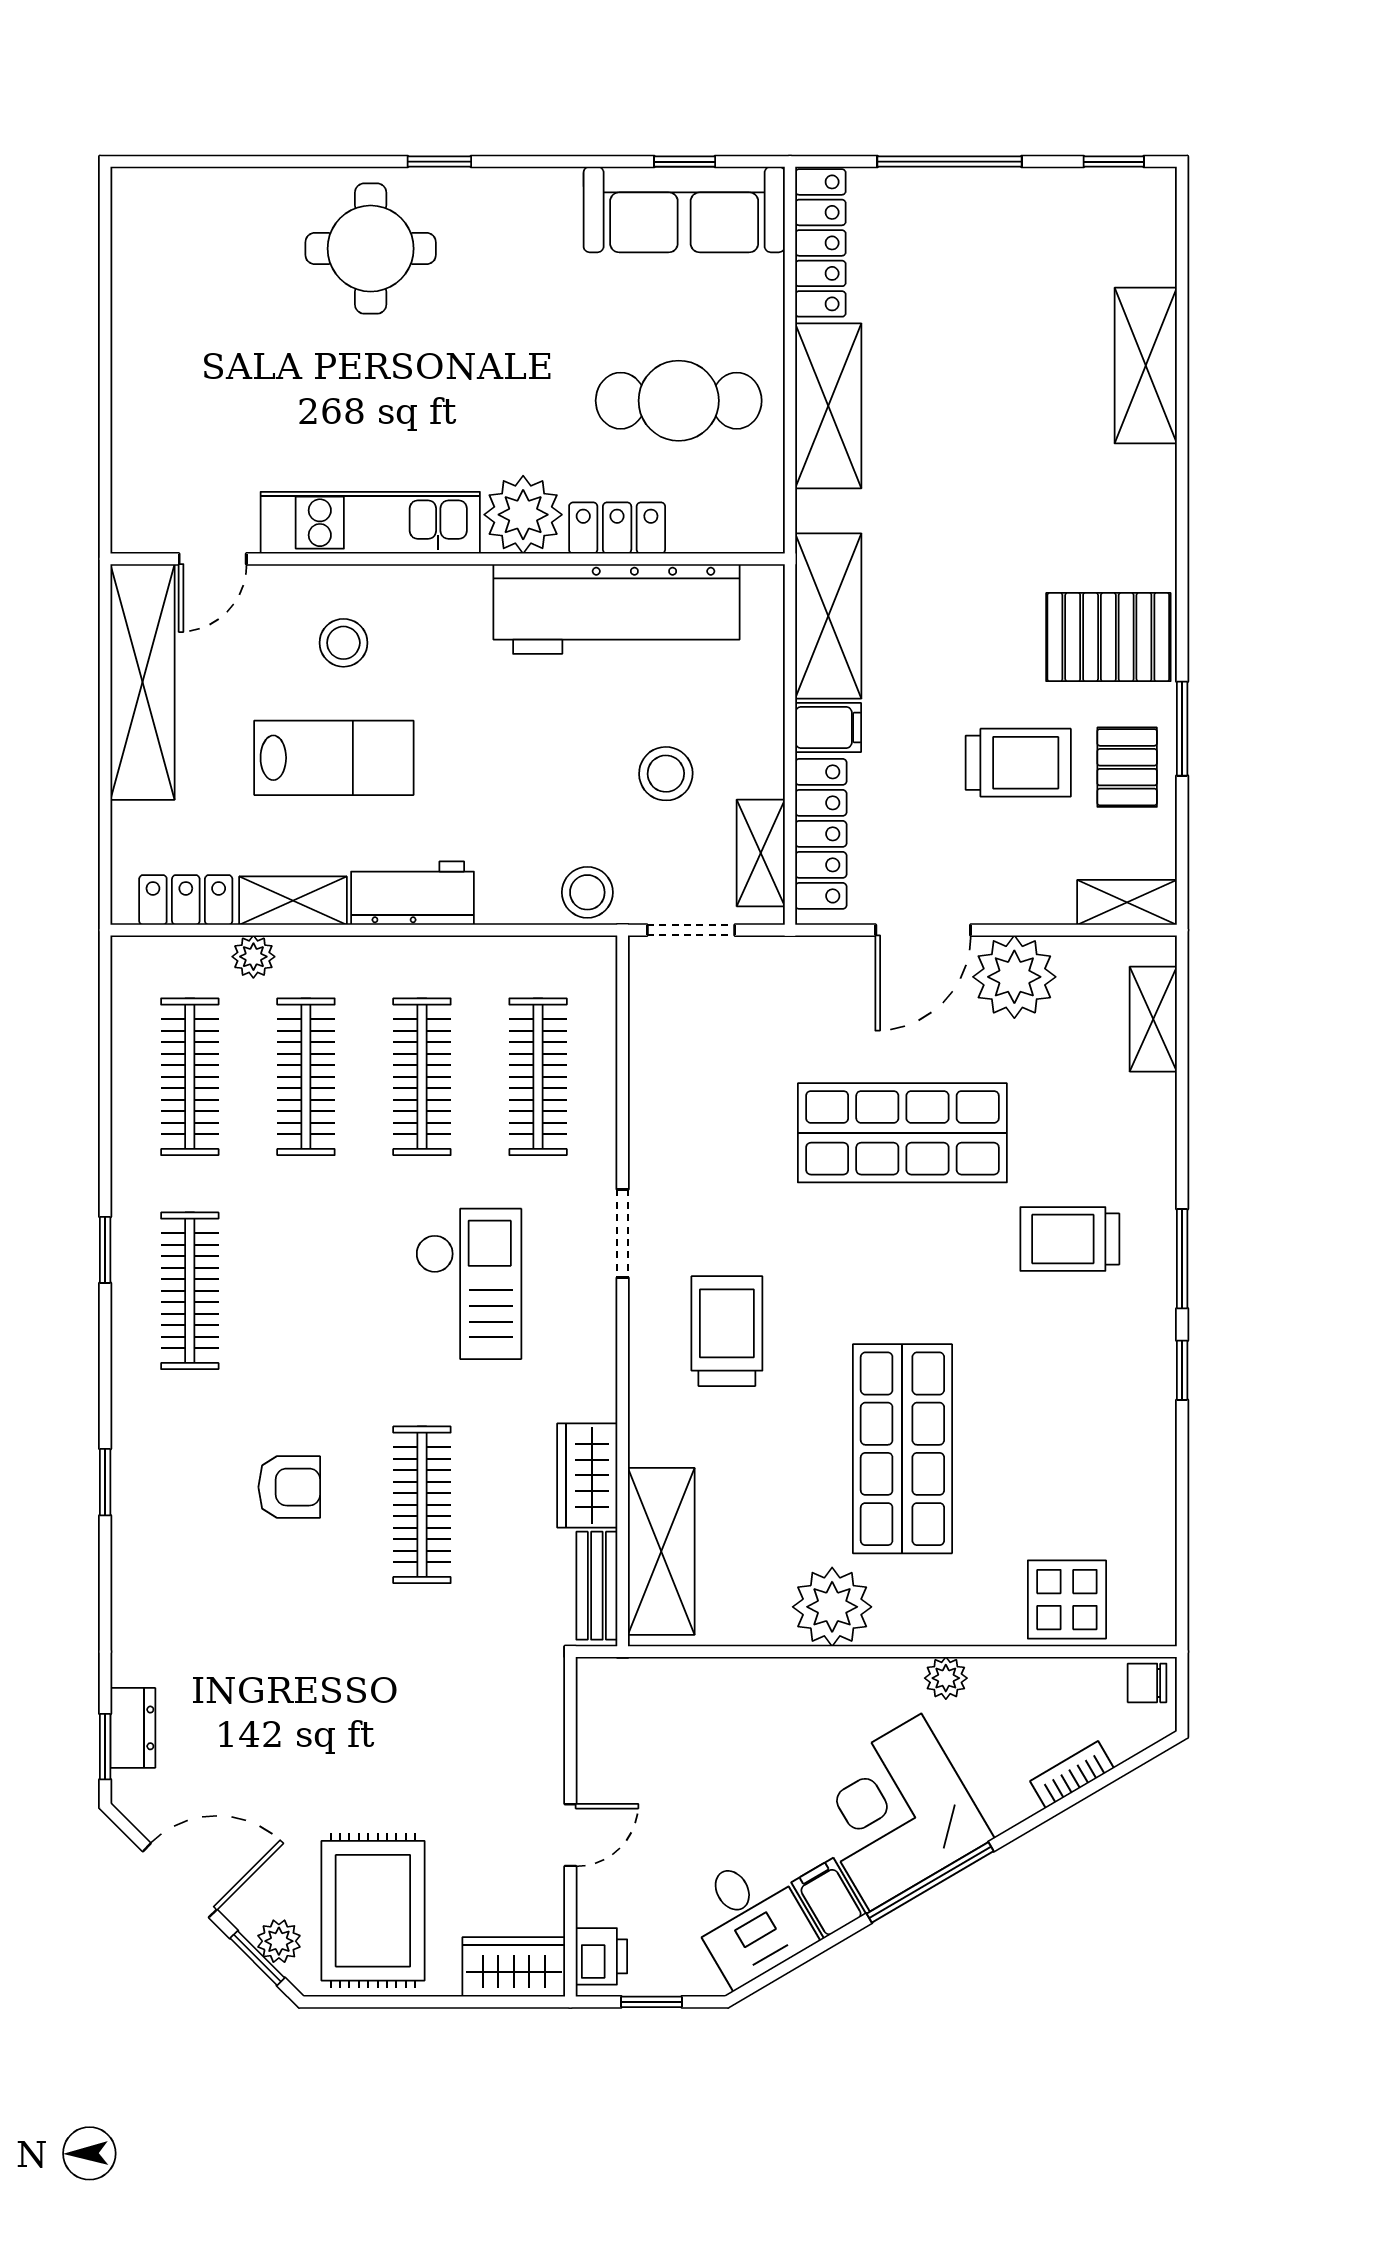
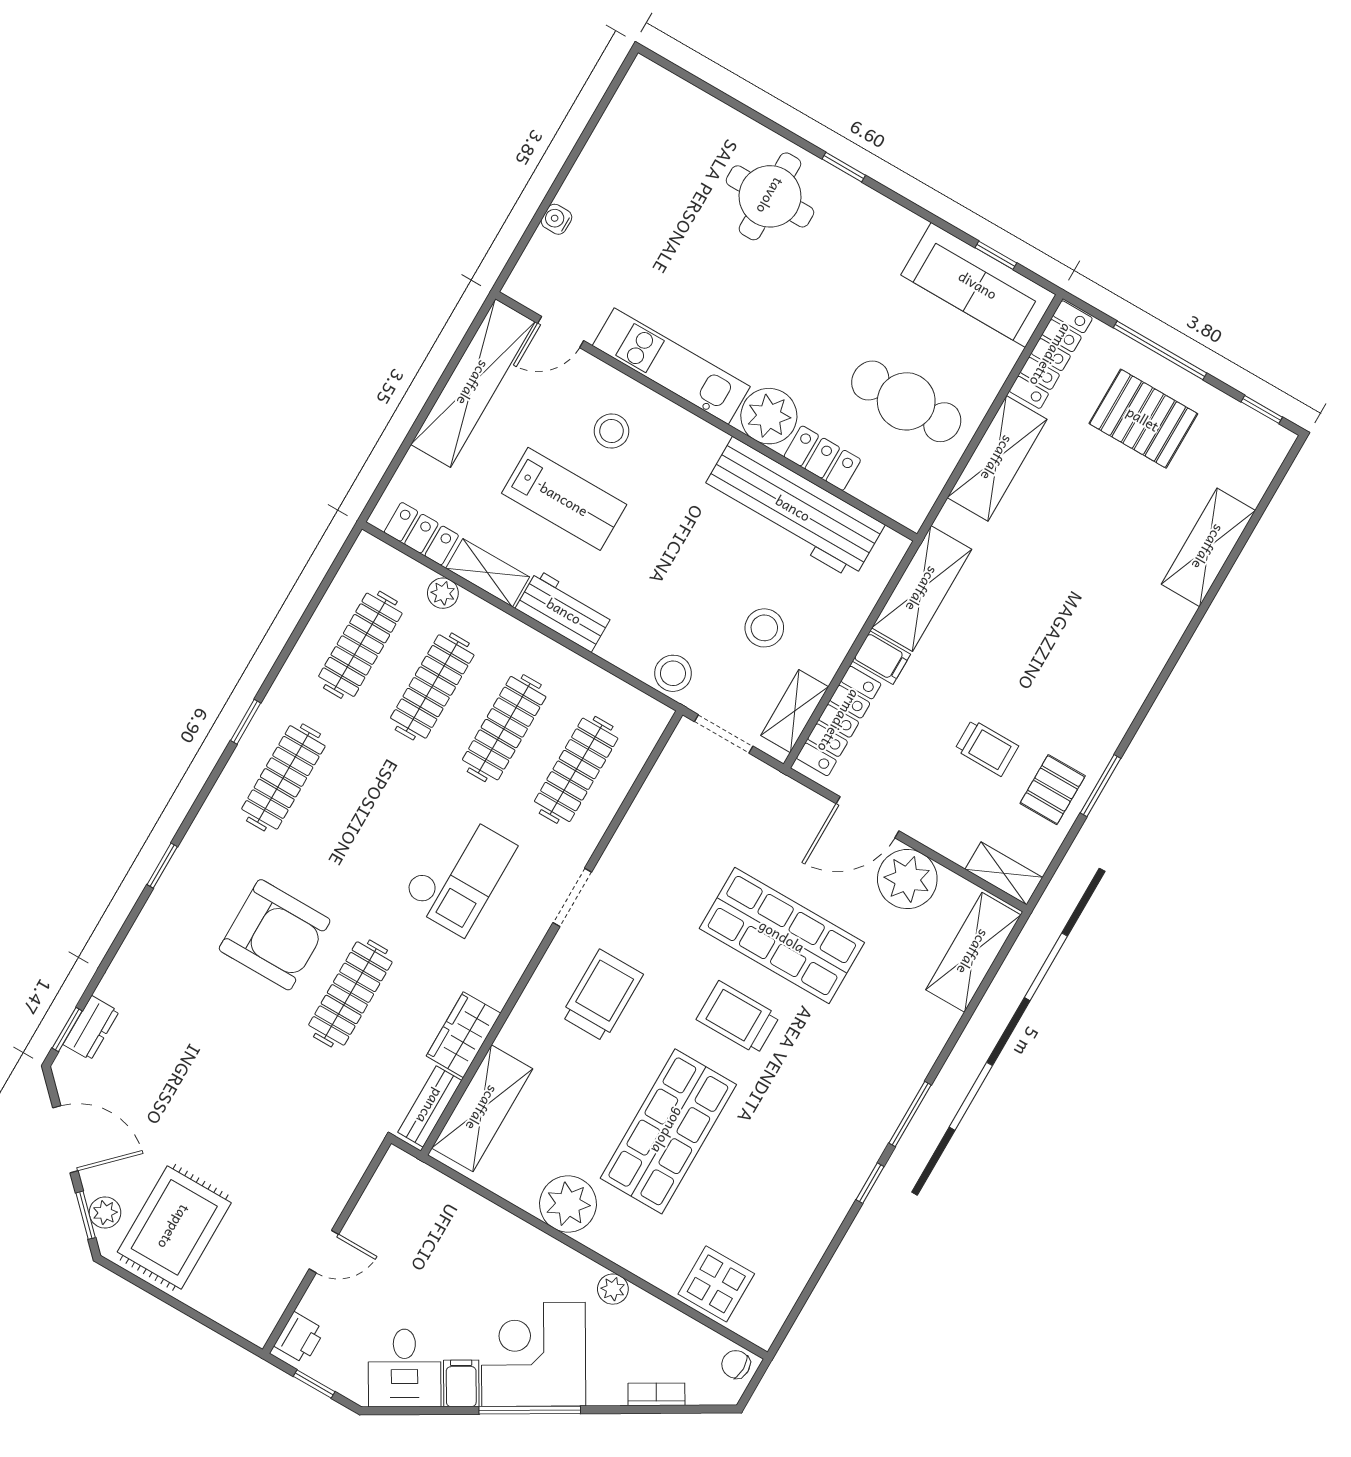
water cooler: (129, 426) -> (556, 219), added
pallet: (1108, 637) -> (1143, 419), moved
trolley: (1018, 763) -> (987, 748), width x0.73, depth x0.72
shelving: (1153, 1019) -> (973, 952), width x1.50, depth x1.33
trolley: (1070, 1239) -> (738, 1018), moved
armchair: (289, 1487) -> (275, 935), width x1.88, depth x1.88
wardrobe: (514, 1967) -> (241, 1313), removed

